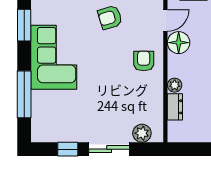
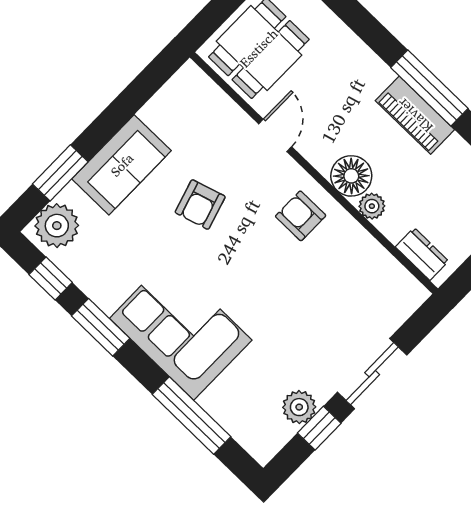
floor lamp: (179, 43) -> (351, 176), moved
dresser: (175, 107) -> (422, 254), moved
plant: (142, 133) -> (299, 407), moved

